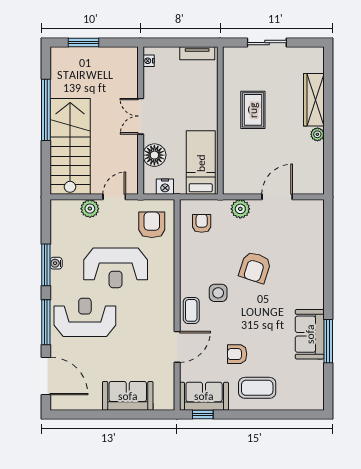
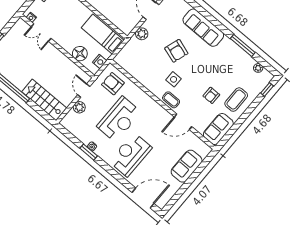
double door: (141, 116) -> (41, 33), moved
stairs: (70, 146) -> (44, 100), width x0.73, depth x0.66
armchair: (202, 223) -> (133, 59), removed
window: (46, 265) -> (89, 152), width x0.69
window: (46, 322) -> (117, 176), removed
sofa: (310, 334) -> (203, 28), moved, width x1.36
door: (177, 347) -> (183, 122), swing flipped
plant: (317, 382) -> (258, 68), added
window: (203, 415) -> (267, 90), moved

